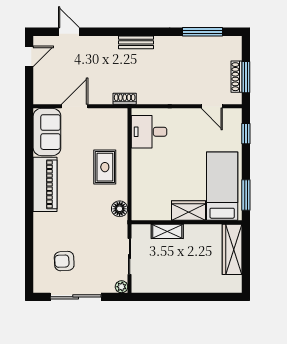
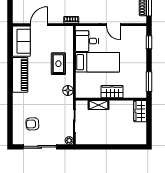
door: (212, 106) -> (113, 25), moved
bed: (222, 186) -> (97, 62), moved, turned 90
wardrobe: (232, 249) -> (140, 111), width x0.67

